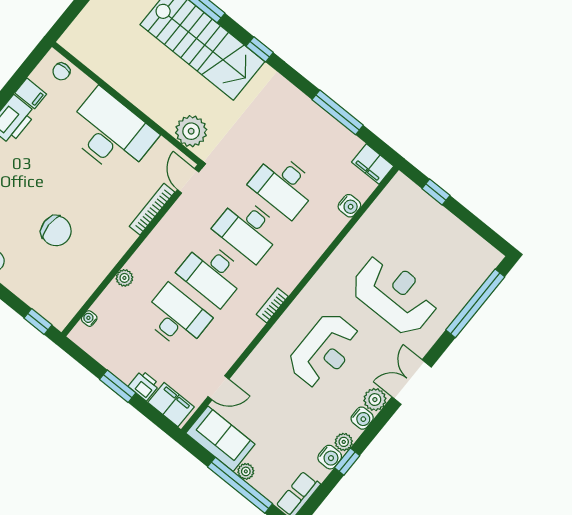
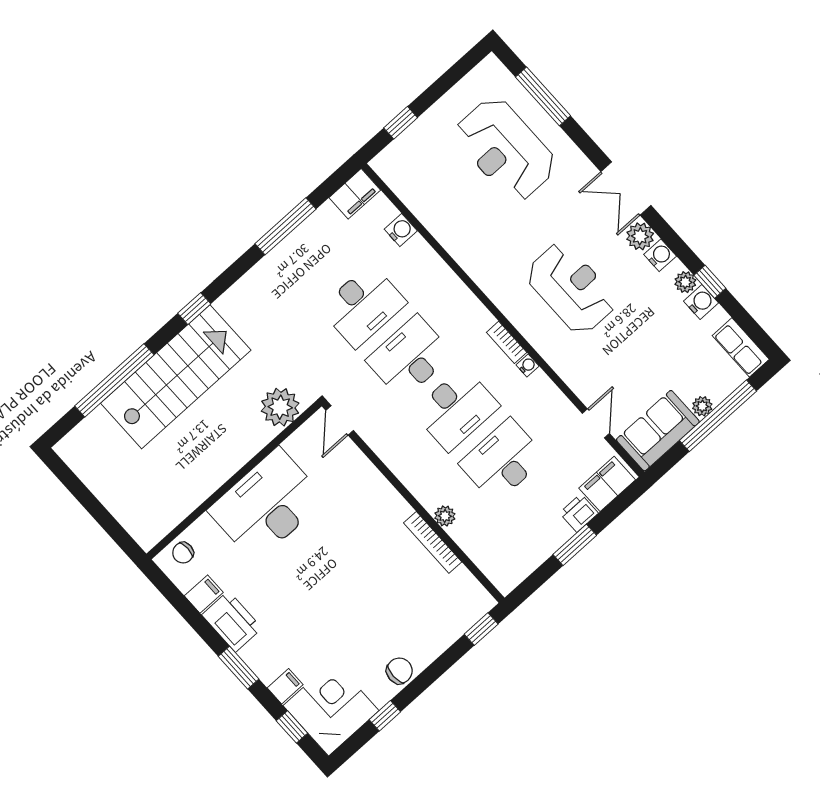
chair: (61, 71) -> (183, 553), turned 90
door: (188, 181) -> (340, 420), hinge flipped
bookcase: (152, 209) -> (433, 542), moved
desk: (248, 229) -> (410, 357), turned 180
chair: (56, 231) -> (375, 590), removed
reception desk: (395, 295) -> (505, 149), moved, turned -90
window: (475, 303) -> (543, 96), width x0.68
water cooler: (89, 319) -> (528, 365), moved, turned 180

